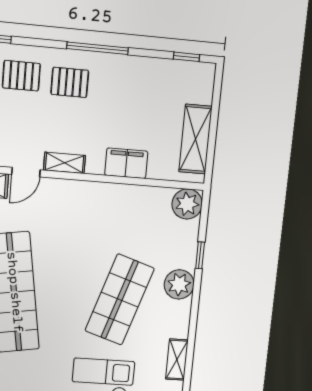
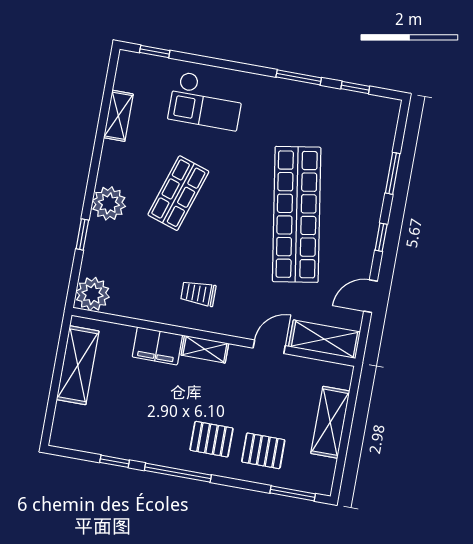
window: (186, 57) -> (115, 461), moved
shelving: (64, 163) -> (205, 349), moved
trolley: (94, 214) -> (198, 293), added
shop shelf: (120, 300) -> (178, 193), width x0.70, depth x0.74

